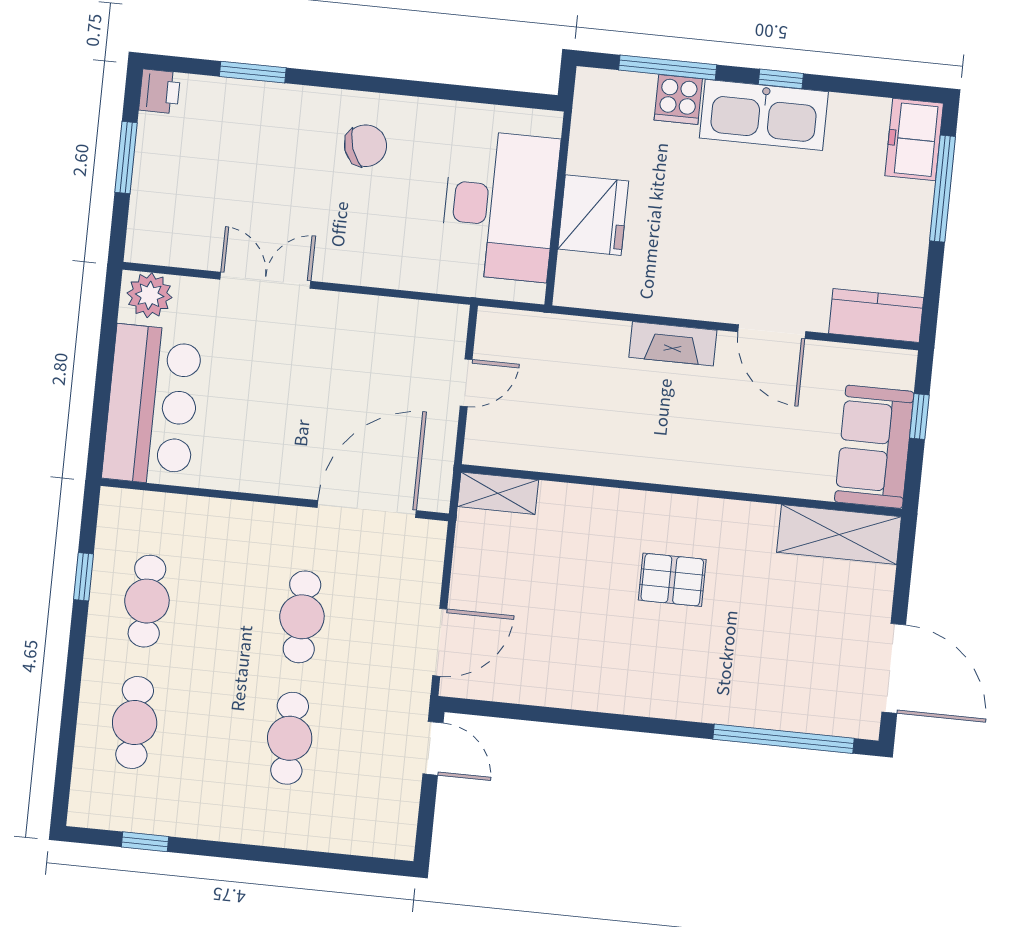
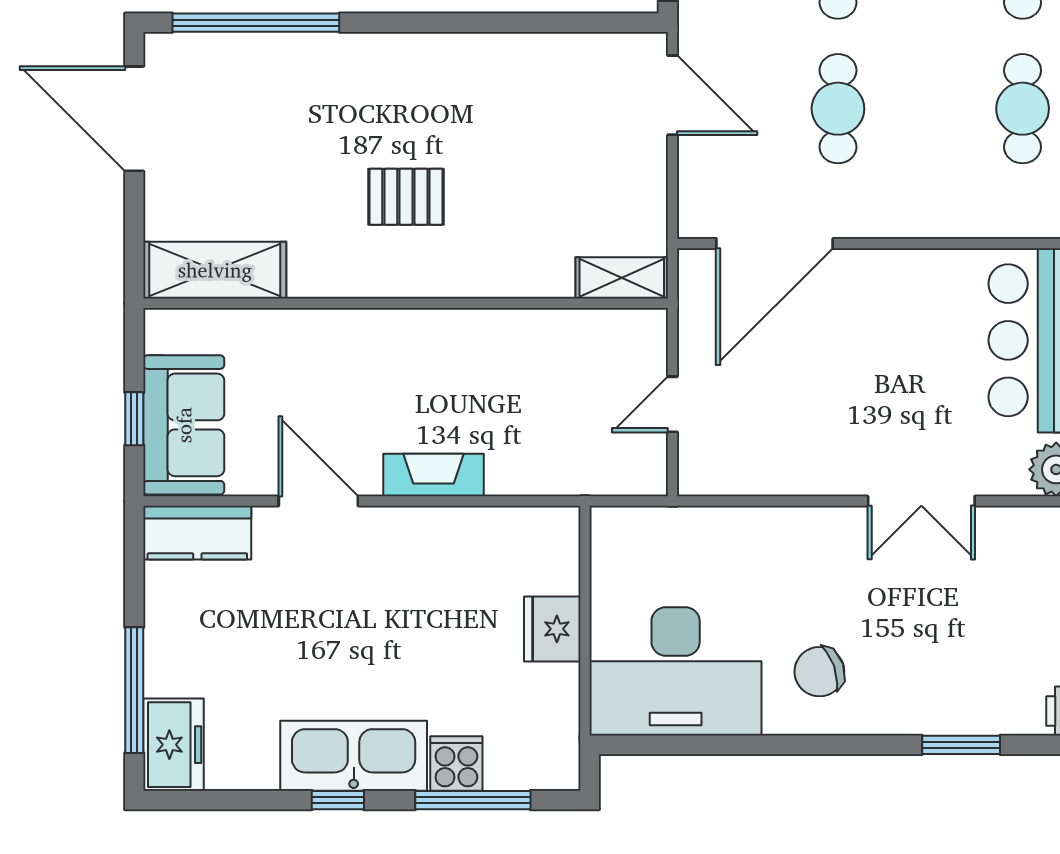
desk: (500, 206) -> (676, 671), moved, turned -90
fridge: (593, 215) -> (552, 629), width x0.73, depth x0.75
sofa: (874, 447) -> (184, 425), moved
door: (440, 642) -> (672, 95), swing flipped

